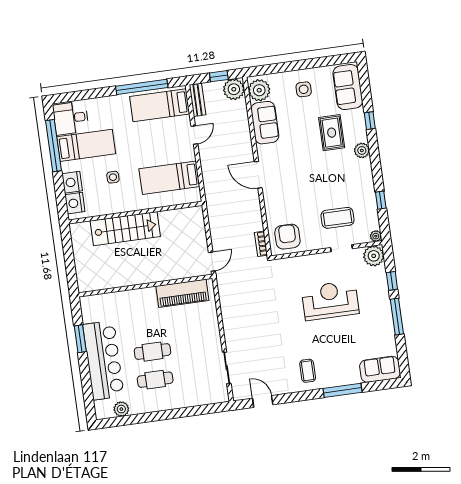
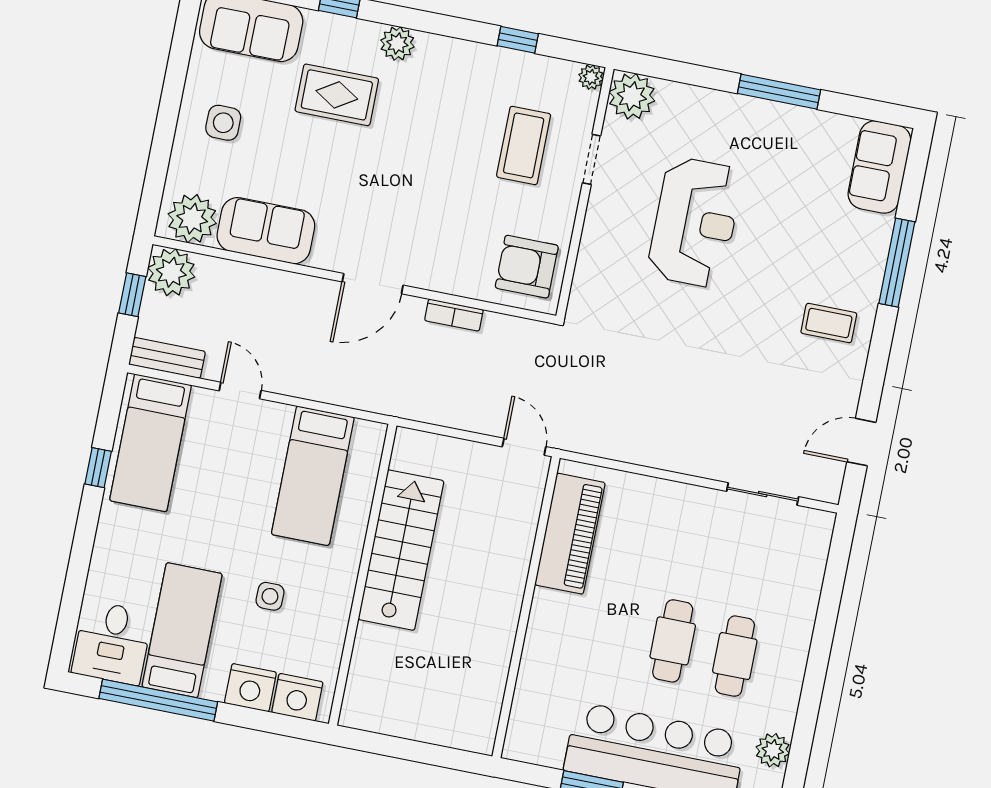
window: (142, 87) -> (98, 468), width x0.32
stairs: (125, 229) -> (401, 550), moved
bookcase: (261, 244) -> (454, 315), moved
window: (392, 281) -> (699, 76), removed
reception desk: (330, 300) -> (695, 222), turned 180

